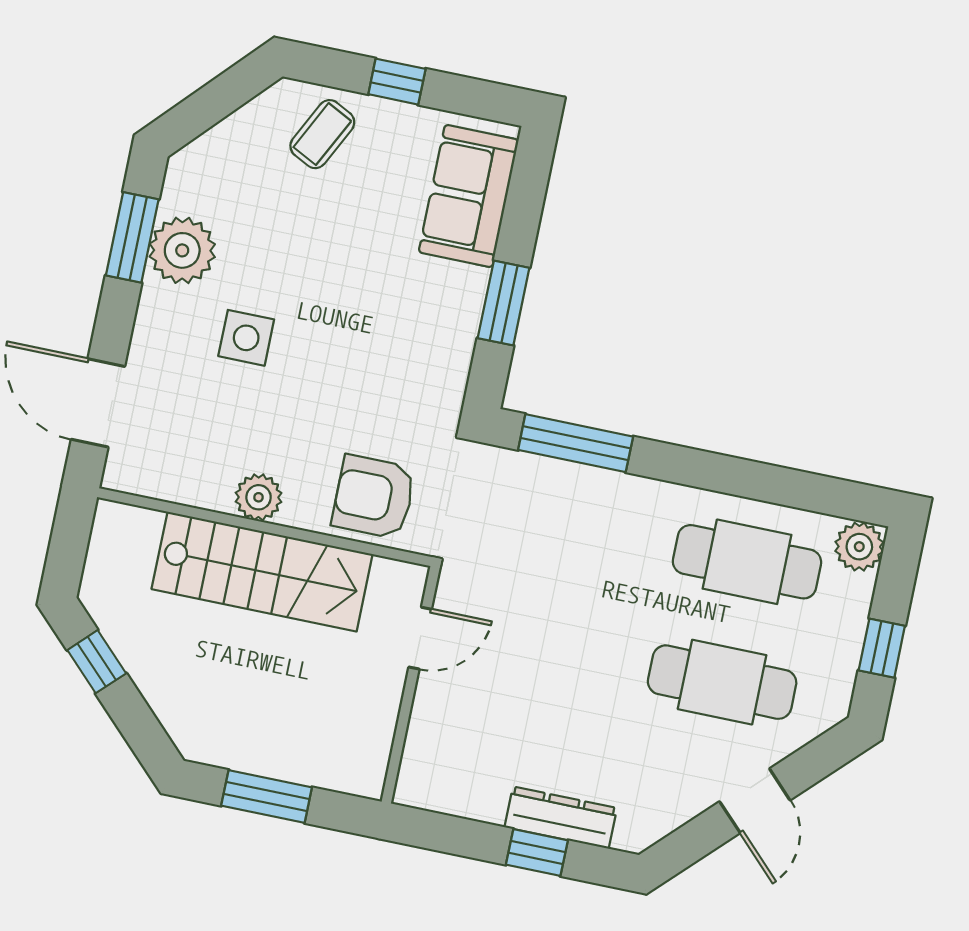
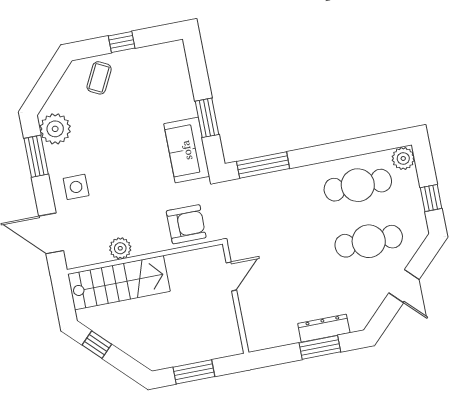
sofa: (469, 196) -> (187, 150), moved
plant: (182, 250) -> (55, 129), moved
side table: (246, 338) -> (76, 187), moved
plant: (259, 497) -> (120, 248), moved
armchair: (374, 497) -> (186, 224), turned 180
stairs: (262, 572) -> (119, 283), moved
window: (537, 852) -> (320, 347), width x1.50

